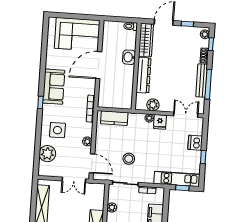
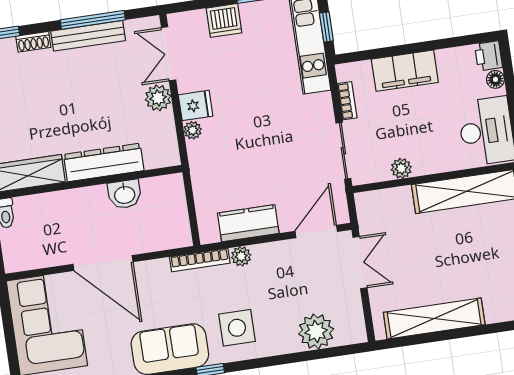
washbasin: (129, 57) -> (125, 194), moved
plant: (153, 105) -> (158, 98), moved
kitchen counter: (114, 118) -> (248, 223), moved, turned -90
side table: (57, 130) -> (237, 328), moved
plant: (87, 141) -> (241, 256), moved
stool: (129, 159) -> (289, 155), removed

